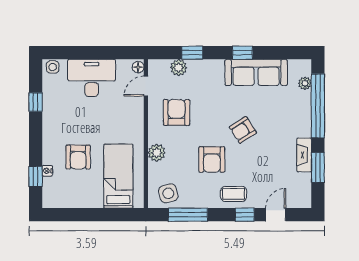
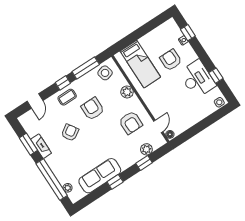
desk: (92, 78) -> (197, 79), moved, turned -90
armchair: (243, 130) -> (70, 133), moved
window: (245, 215) -> (63, 83), moved

